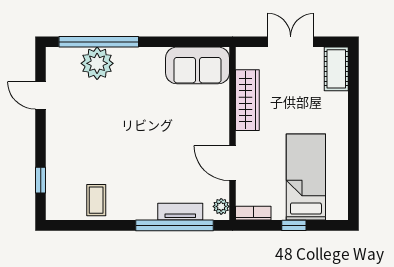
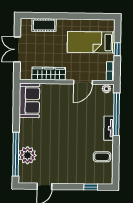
cot: (336, 69) -> (44, 25), moved
tv unit: (180, 212) -> (109, 128), moved

